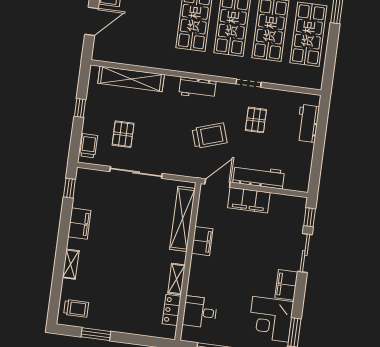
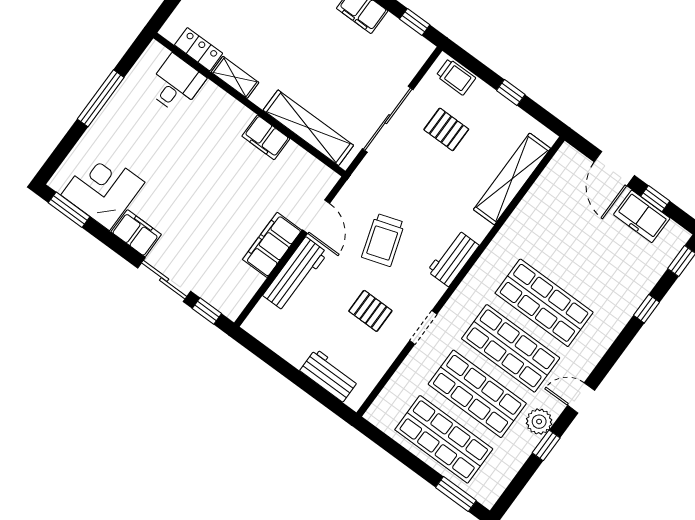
shelving: (182, 219) -> (308, 128), moved
filing cabinet: (202, 241) -> (266, 137), moved
wall: (188, 262) -> (249, 105), moved
shelving: (176, 279) -> (235, 77), moved
locker: (172, 310) -> (199, 49), moved
desk: (200, 312) -> (176, 84), moved

